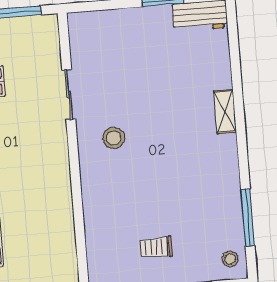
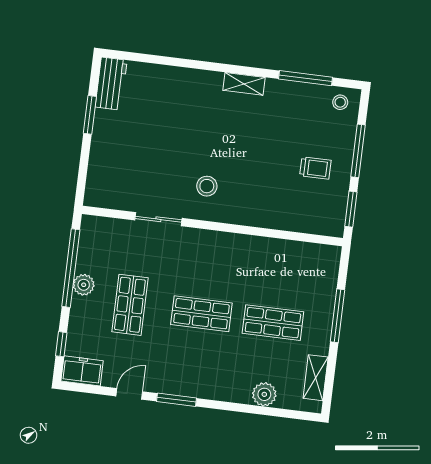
shelving: (225, 112) -> (244, 84), moved
trolley: (156, 247) -> (315, 168), turned -90

